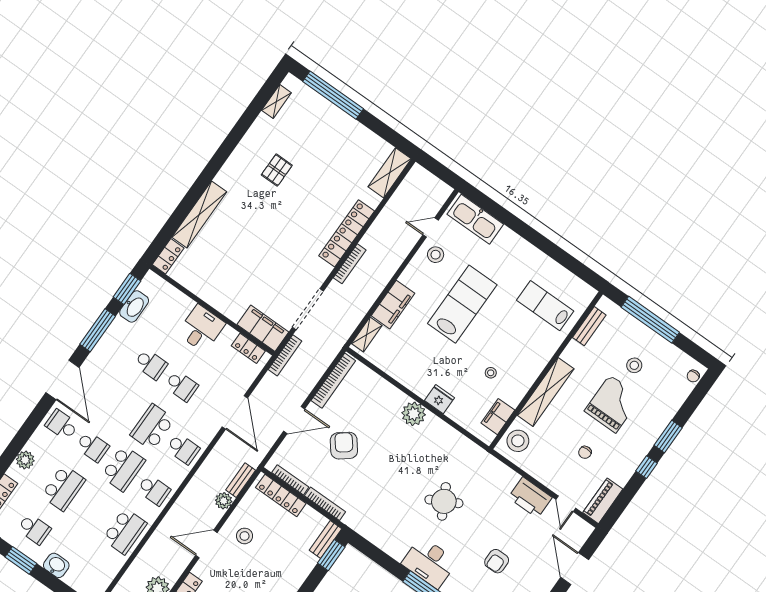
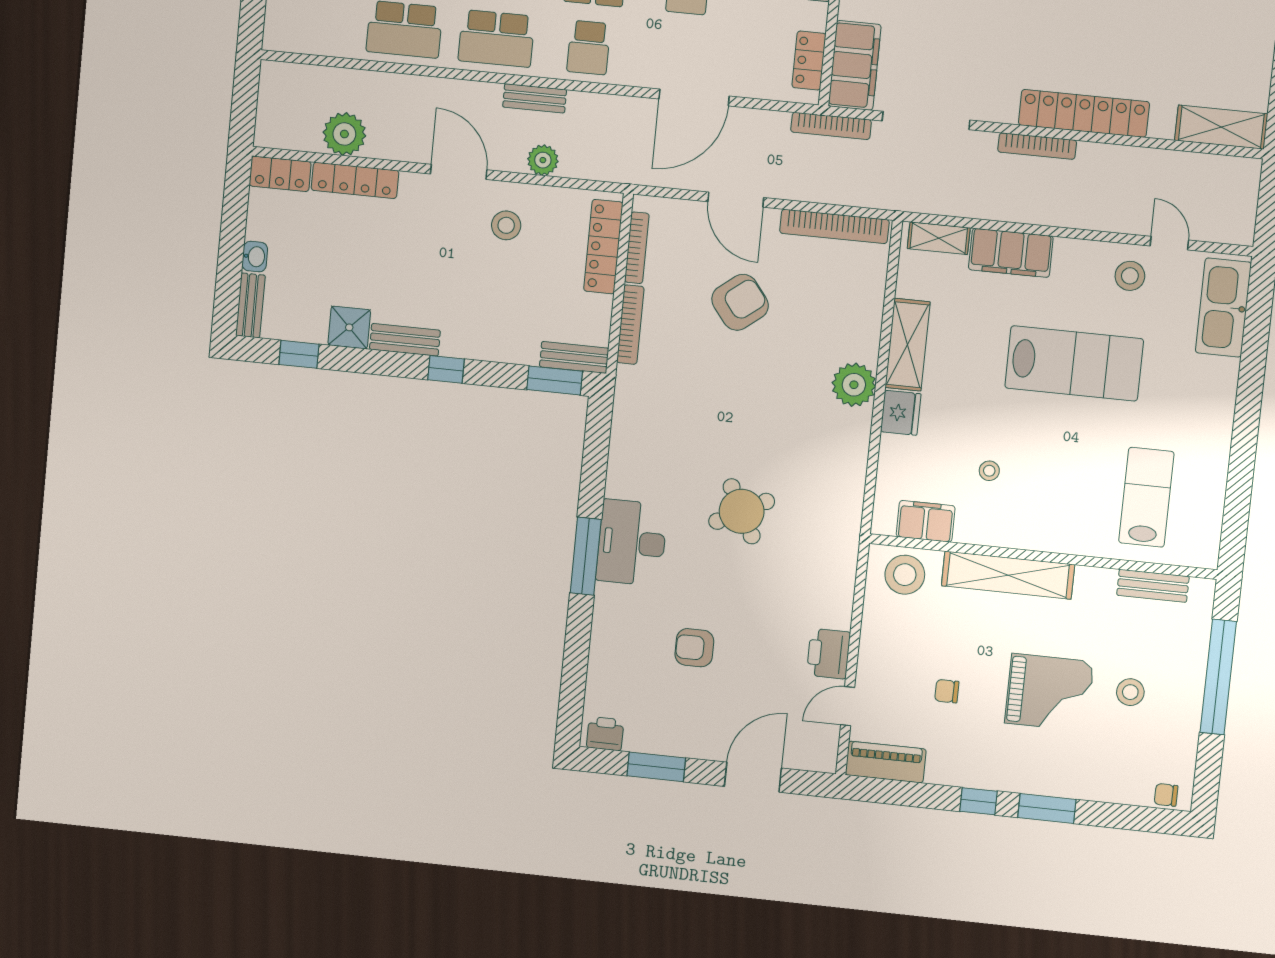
shelving: (409, 378) -> (908, 345), added
bench: (241, 480) -> (535, 98), moved
school desk: (154, 490) -> (496, 38), width x1.85
printer: (530, 498) -> (828, 654), width x0.73, depth x0.84

